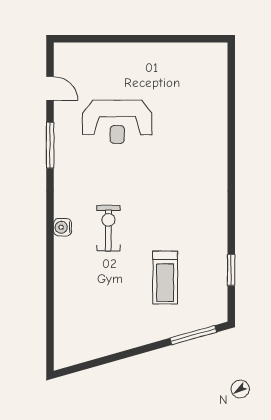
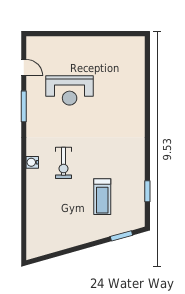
exercise bike: (108, 228) -> (64, 163), turned 180
window: (193, 335) -> (121, 236), width x0.69

